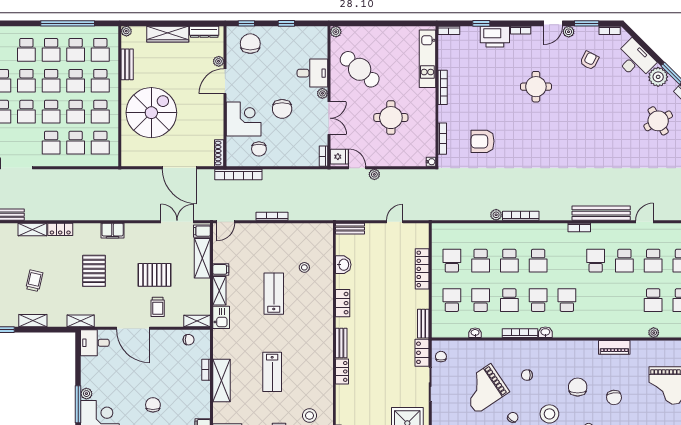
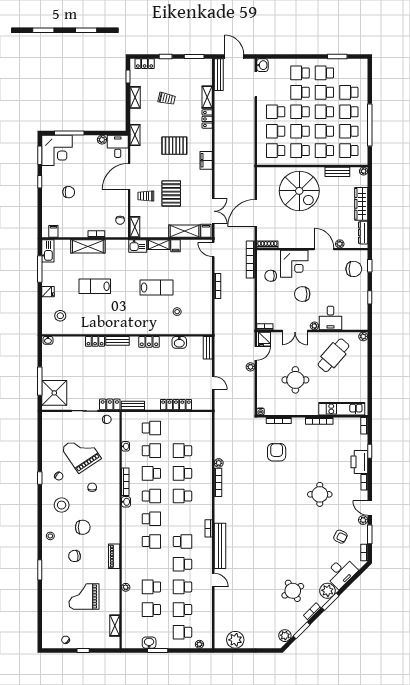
school desk: (452, 261) -> (151, 541), moved
plant: (86, 394) -> (102, 140), moved

